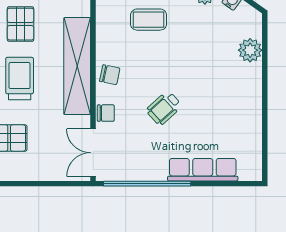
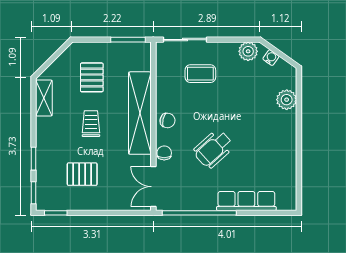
trolley: (20, 79) -> (91, 124), width x0.73, depth x0.72
wheelchair: (164, 108) -> (213, 149), width x1.36, depth x1.37
chair: (106, 113) -> (164, 153), turned -90

